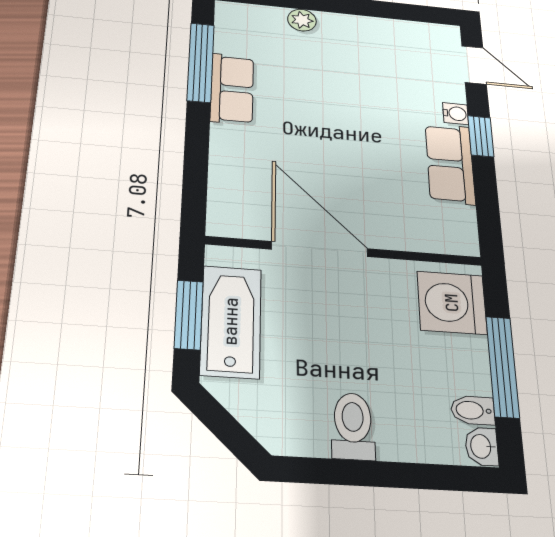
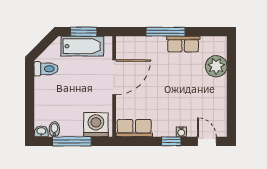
plant: (302, 20) -> (216, 66), width x1.87, depth x1.87
window: (201, 62) -> (166, 32), moved
door: (474, 65) -> (207, 141), swing flipped
row of seats: (450, 164) -> (134, 128), moved
toilet: (353, 426) -> (46, 69), moved

